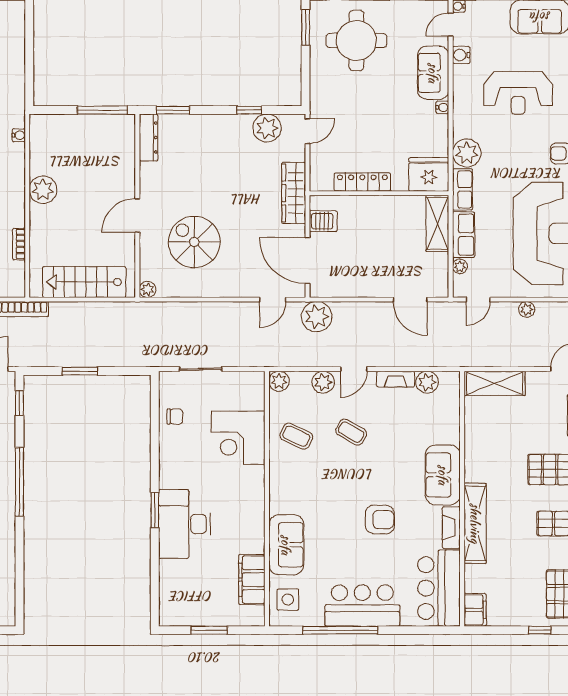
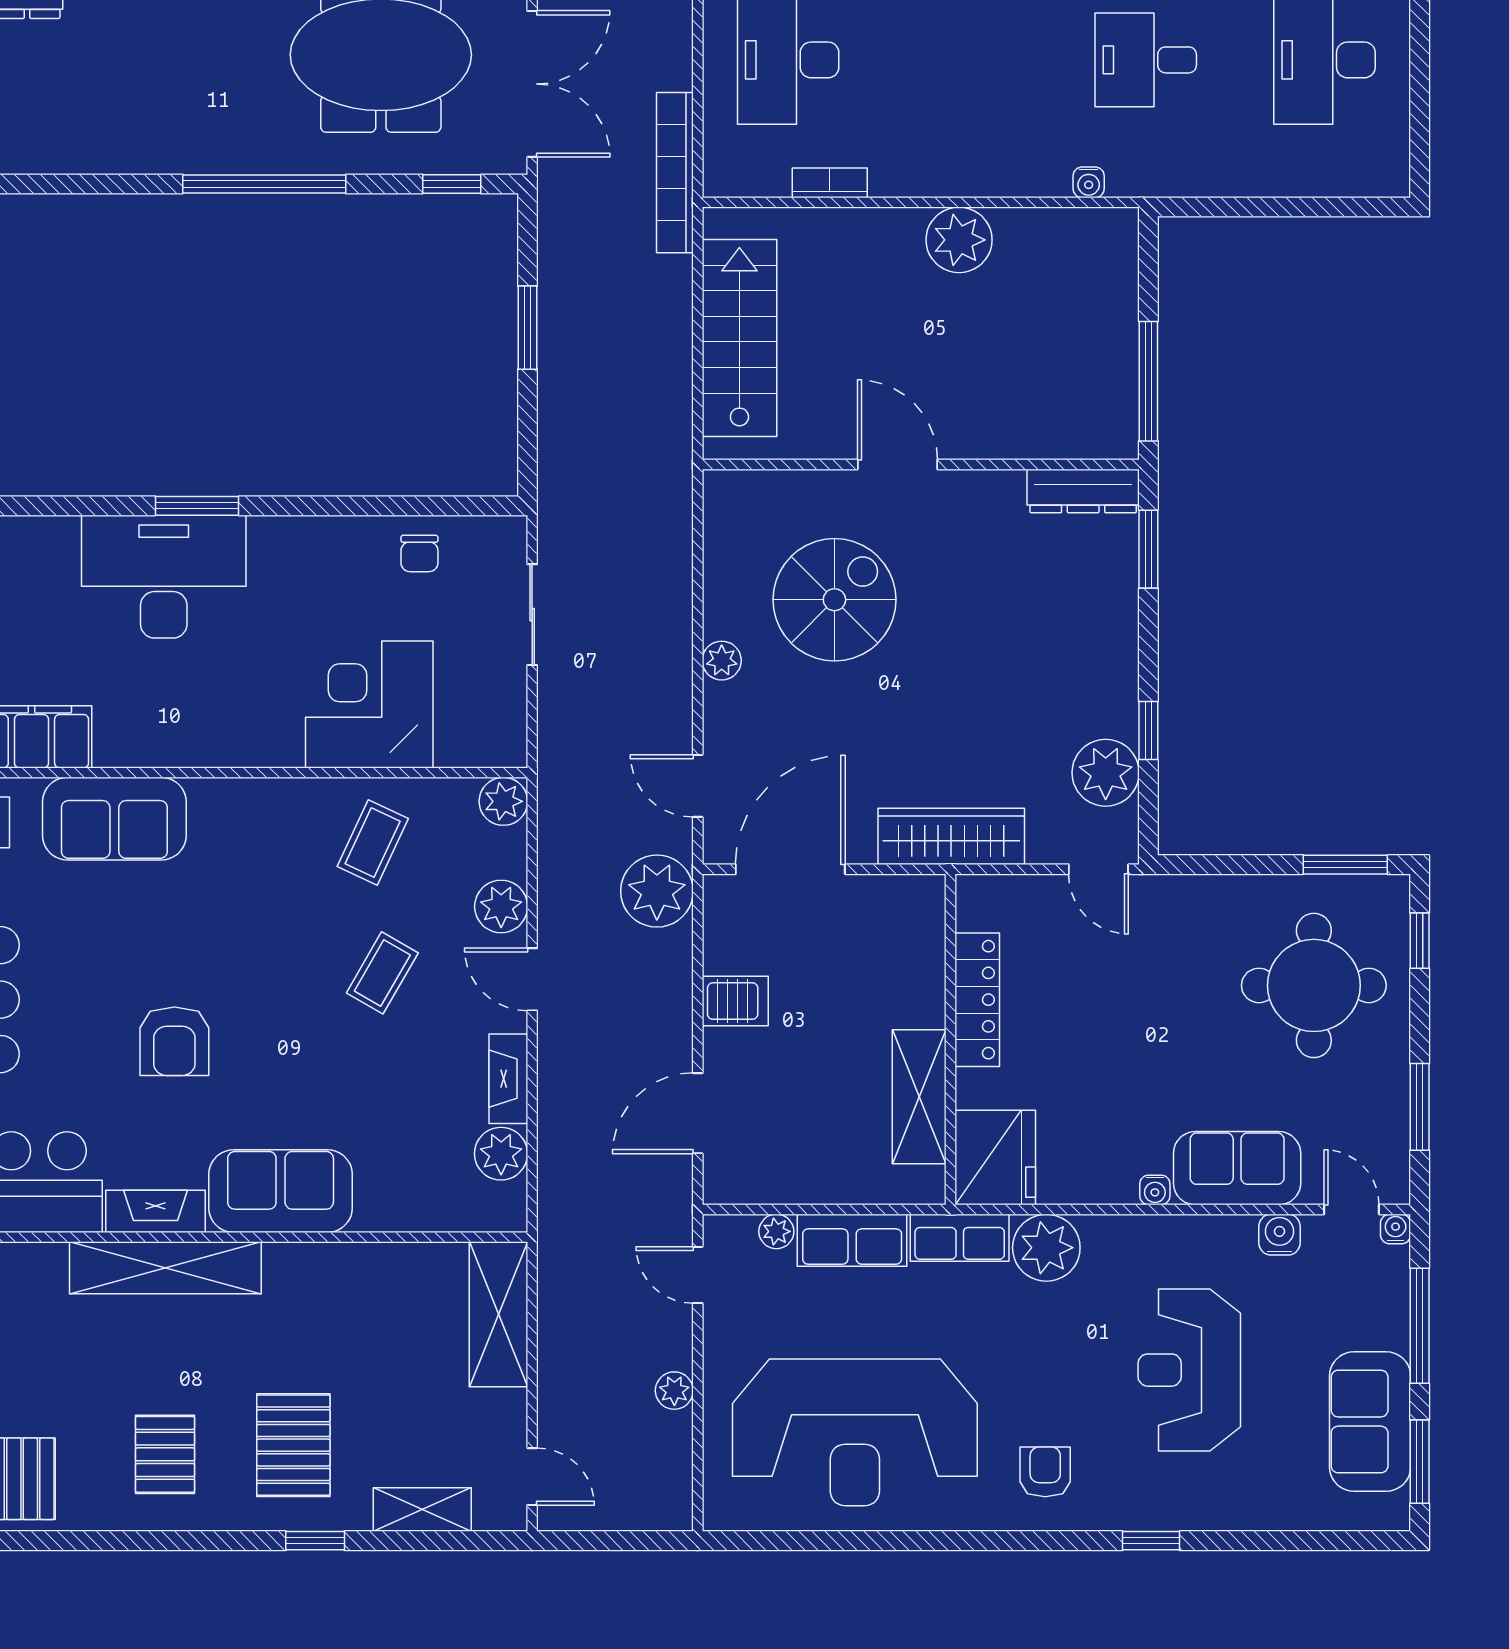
server rack: (323, 221) -> (735, 1001), moved, turned -90
shelving: (437, 223) -> (919, 1097), moved, turned 90
plant: (148, 289) -> (722, 661), moved

